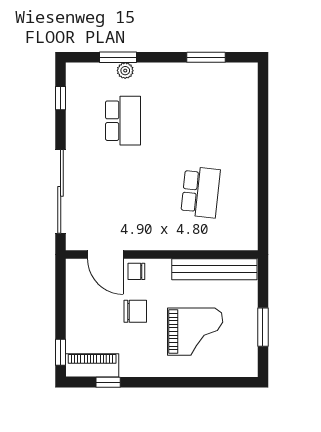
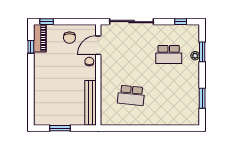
chair: (135, 311) -> (69, 38), moved
grand piano: (195, 332) -> (58, 92), removed

